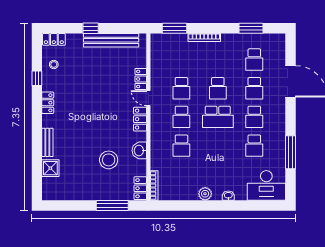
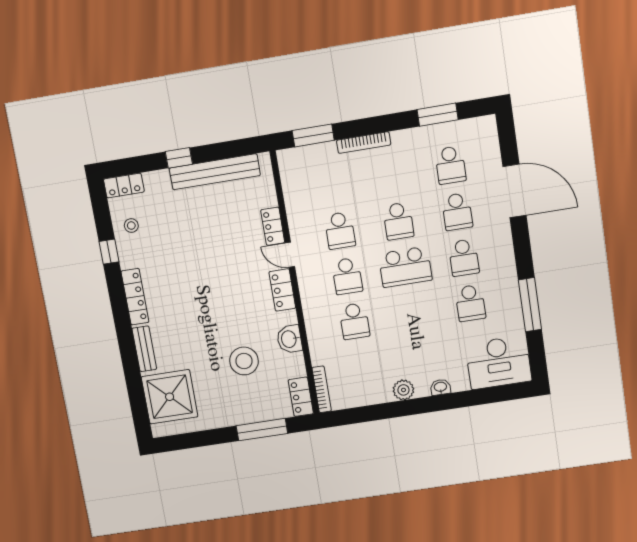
locker: (48, 103) -> (135, 297), width x1.53
shower: (50, 168) -> (170, 397), width x1.86, depth x1.86

